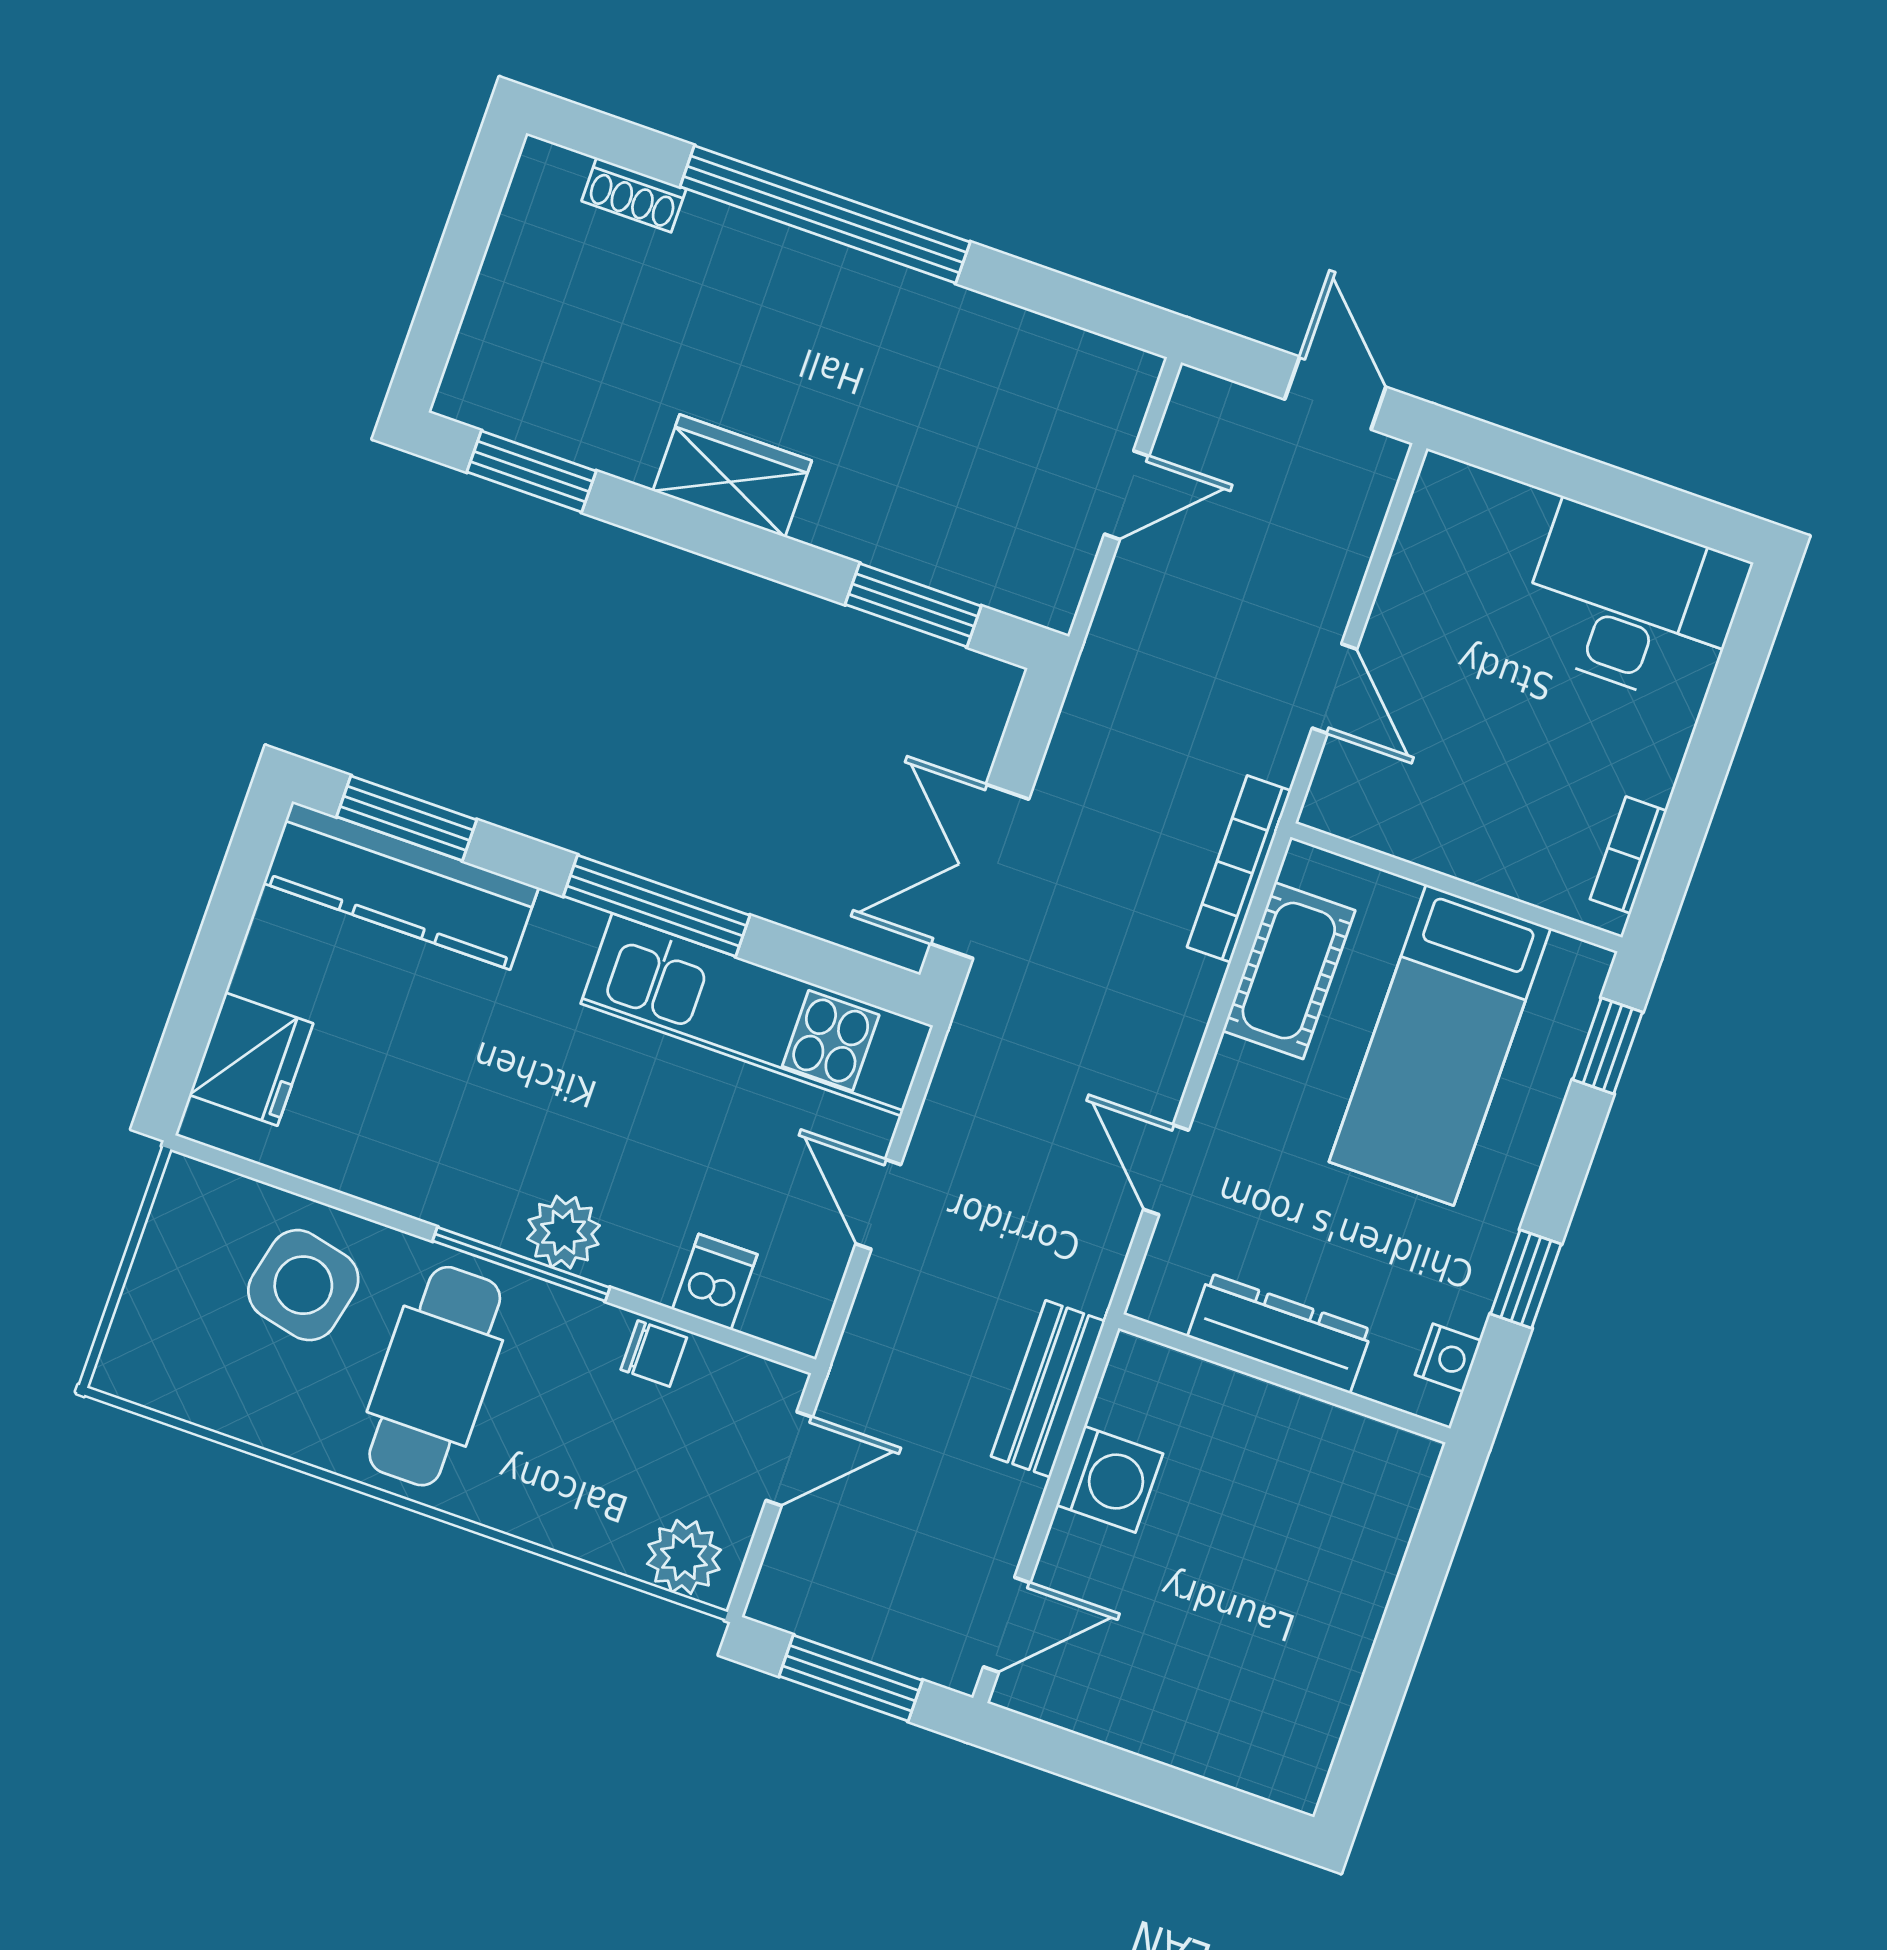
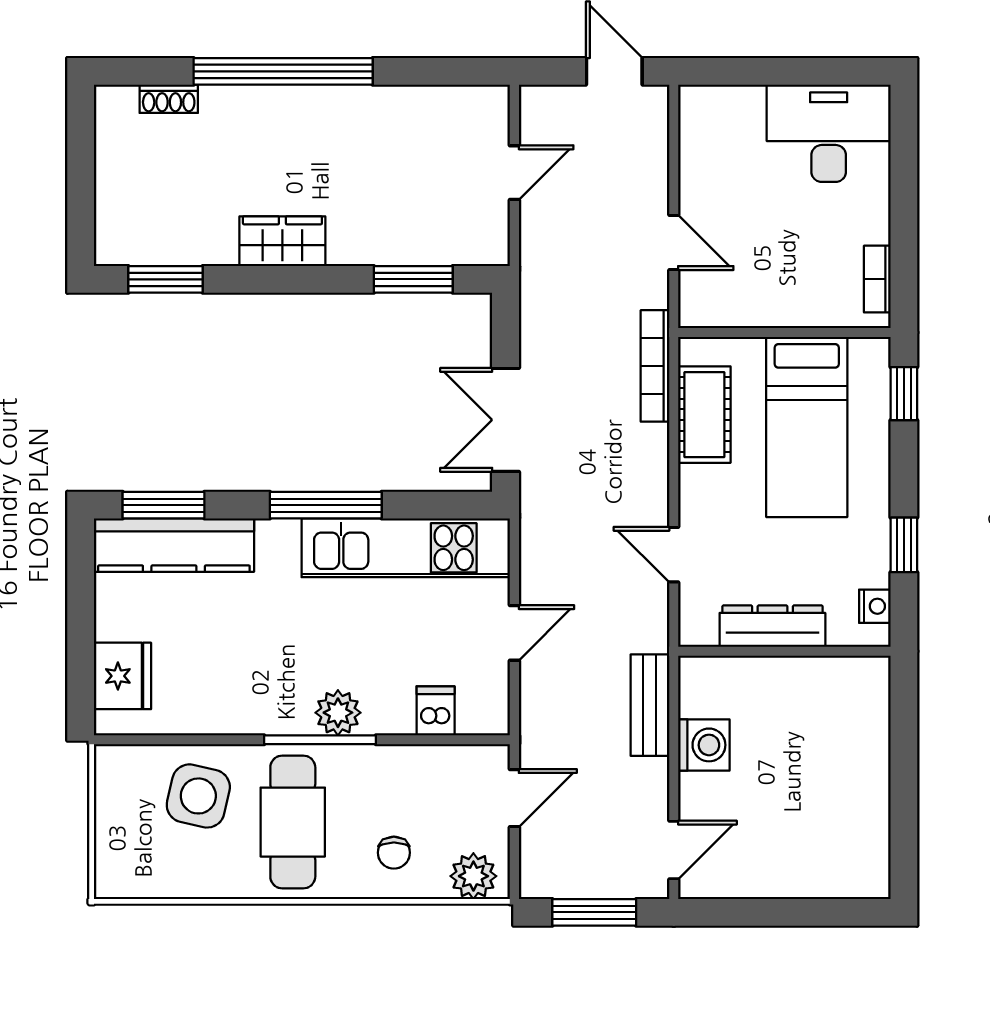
door: (878, 1204) -> (514, 633), swing flipped
chair: (654, 1354) -> (394, 853), moved, turned 90

